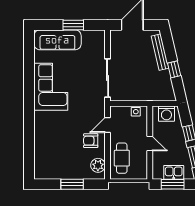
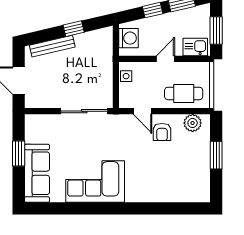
kitchen sink: (174, 172) -> (195, 47), moved, turned 90

